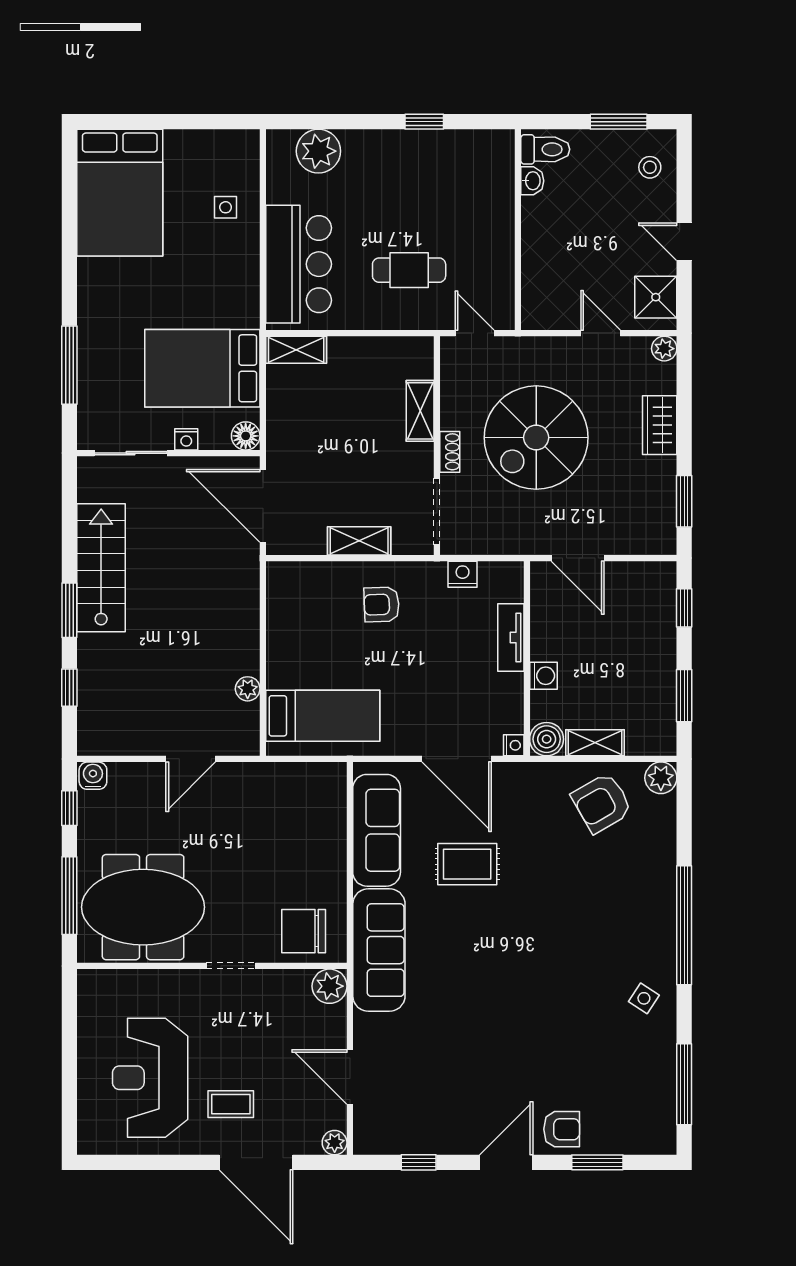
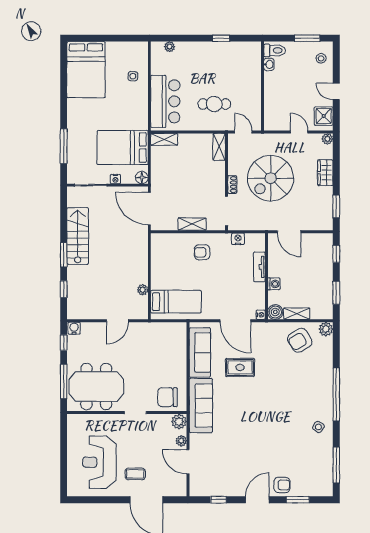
plant: (318, 151) -> (170, 47), width x0.53, depth x0.53
shelving: (420, 411) -> (219, 147), moved
plant: (335, 1143) -> (181, 441), moved

